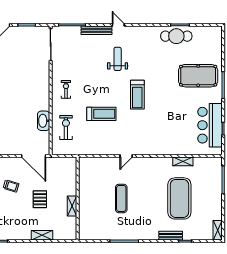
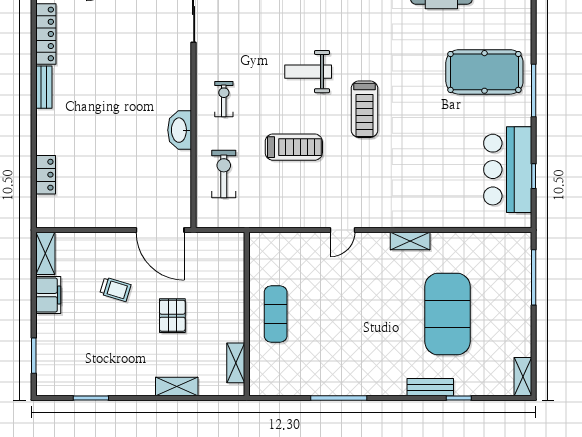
weight bench: (118, 59) -> (308, 72), moved, turned -90
washbasin: (44, 121) -> (180, 130), moved
shelving: (183, 161) -> (410, 241), moved
exercise mat: (121, 198) -> (276, 314), moved
shelving: (72, 206) -> (236, 363), moved

